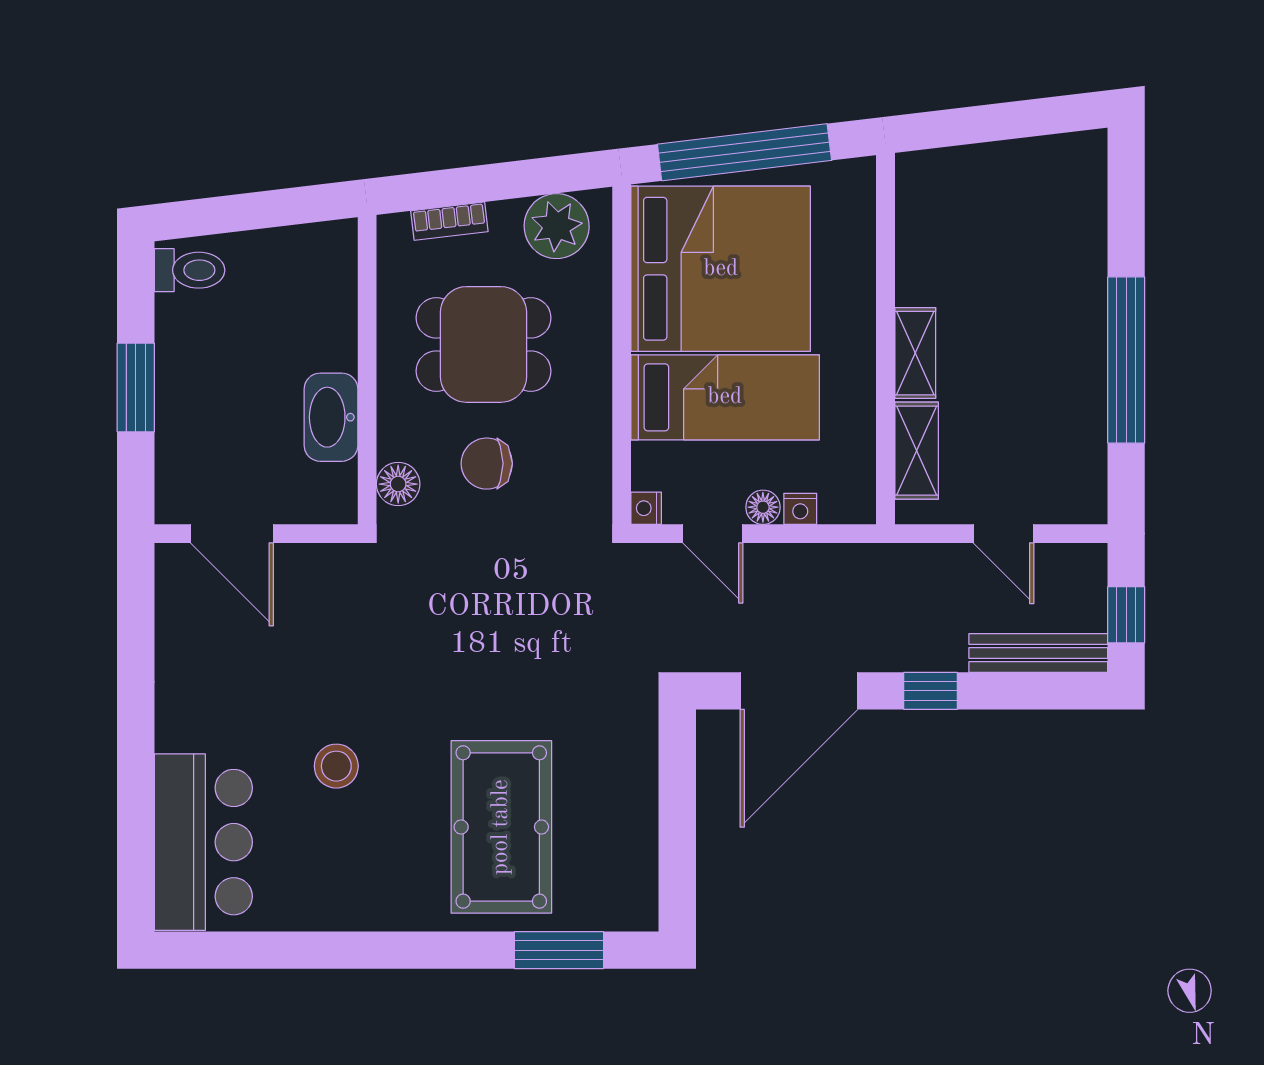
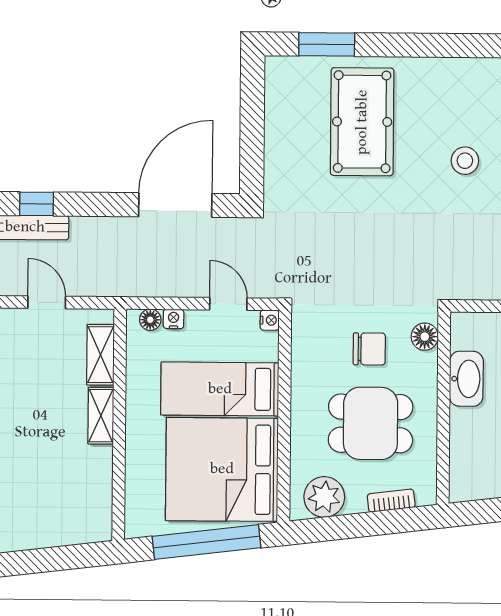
floor lamp: (763, 507) -> (150, 320), moved
window: (930, 691) -> (37, 204), moved

